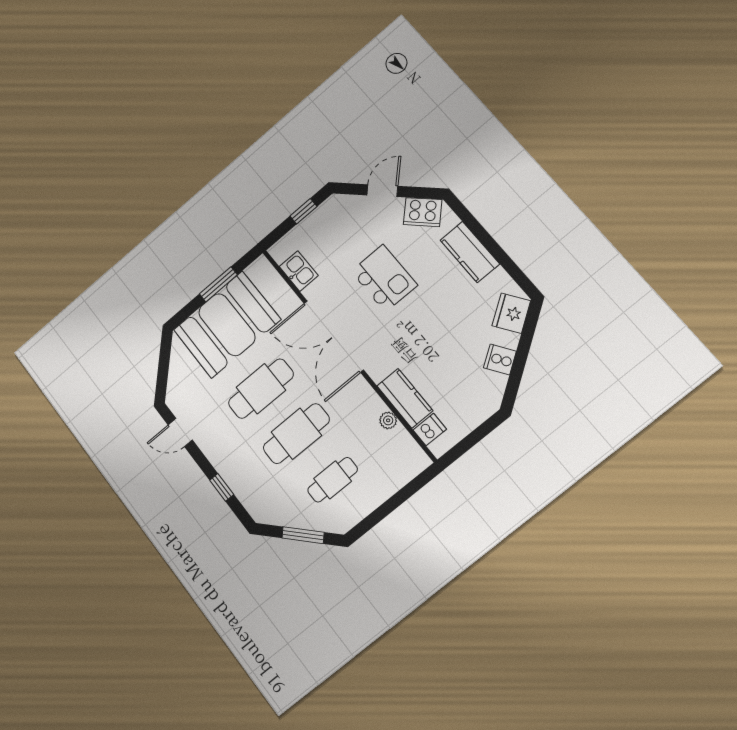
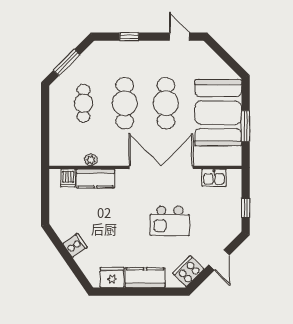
fridge: (511, 313) -> (112, 277), moved, turned -55
door: (180, 433) -> (179, 37), hinge flipped

